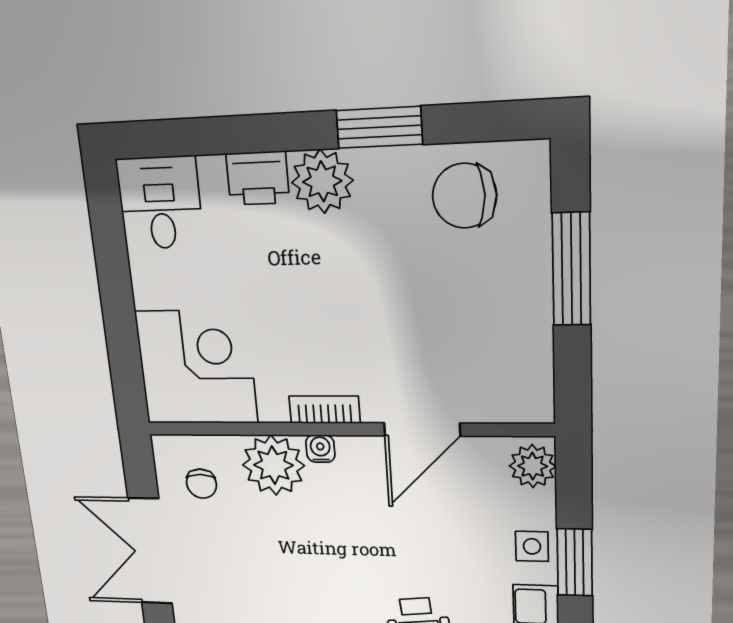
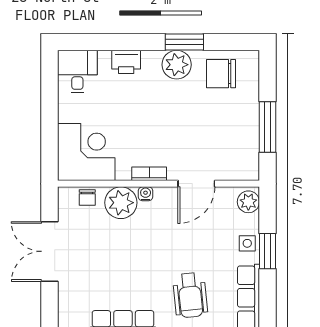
plant: (322, 181) -> (177, 65), moved
window: (571, 269) -> (268, 127), moved
chair: (201, 484) -> (87, 198), moved

